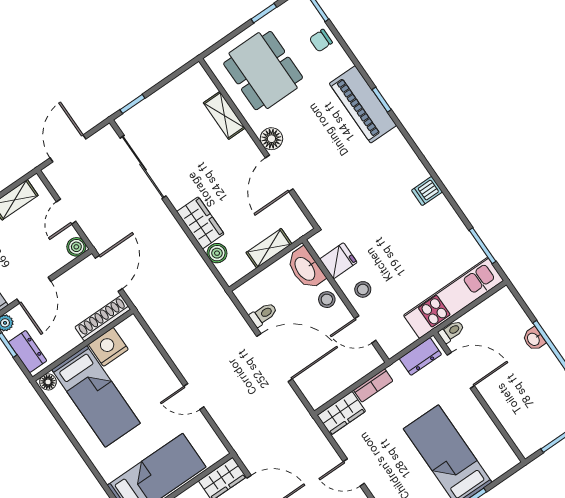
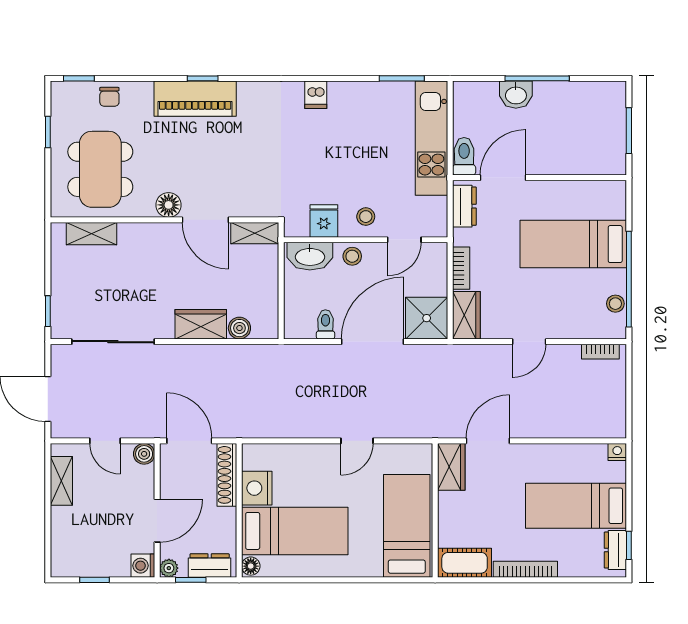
dining table: (263, 71) -> (100, 169), turned 90
shelving: (224, 115) -> (92, 234), moved
shelving: (269, 248) -> (255, 233), moved, turned 90
door: (34, 290) -> (157, 521), hinge flipped
toilet: (451, 331) -> (464, 156), width x1.37, depth x1.39
washbasin: (534, 339) -> (516, 95), width x1.38, depth x1.45
shower: (319, 385) -> (427, 318), added

